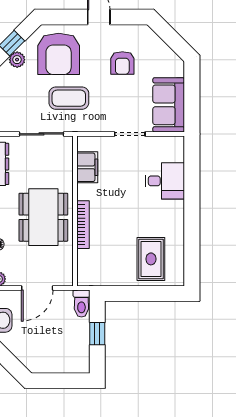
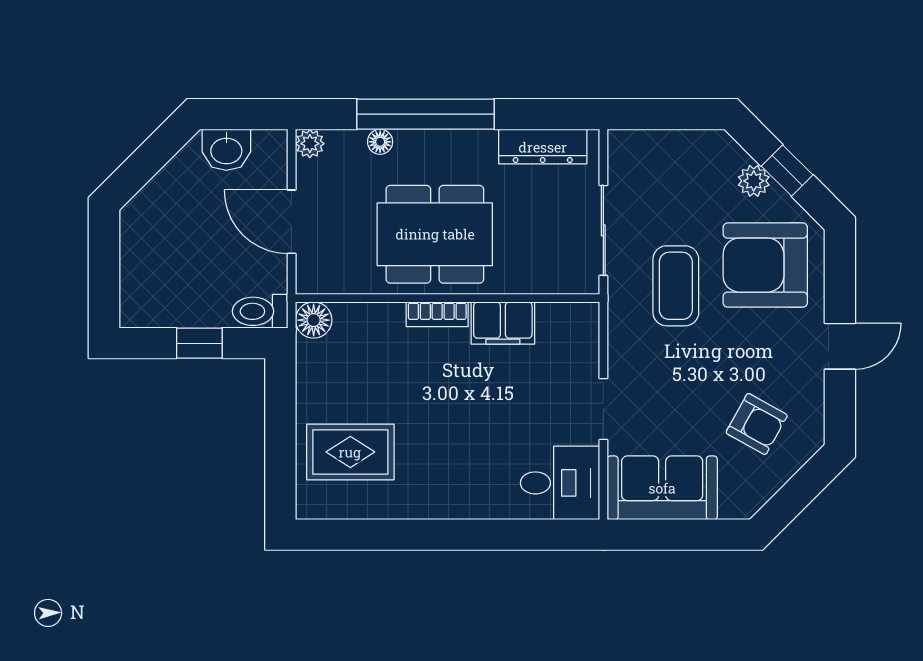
armchair: (122, 63) -> (757, 424), moved, turned -151
filing cabinet: (87, 167) -> (503, 323), moved
desk: (165, 181) -> (560, 483), moved, turned -90
bookcase: (83, 225) -> (437, 314), width x0.64
floor lamp: (86, 277) -> (314, 320), added

